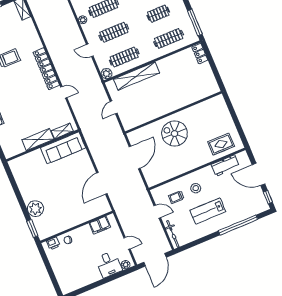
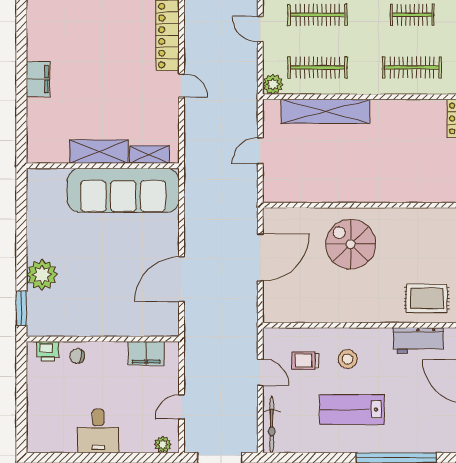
sofa: (63, 148) -> (123, 190), width x1.36, depth x1.27
door: (127, 243) -> (182, 407), swing flipped
desk: (109, 264) -> (98, 431), moved

